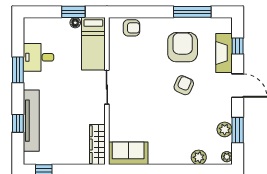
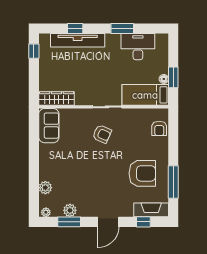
fireplace: (224, 53) -> (151, 210), moved
desk: (39, 57) -> (138, 47), width x1.37
armchair: (184, 85) -> (102, 134), moved

